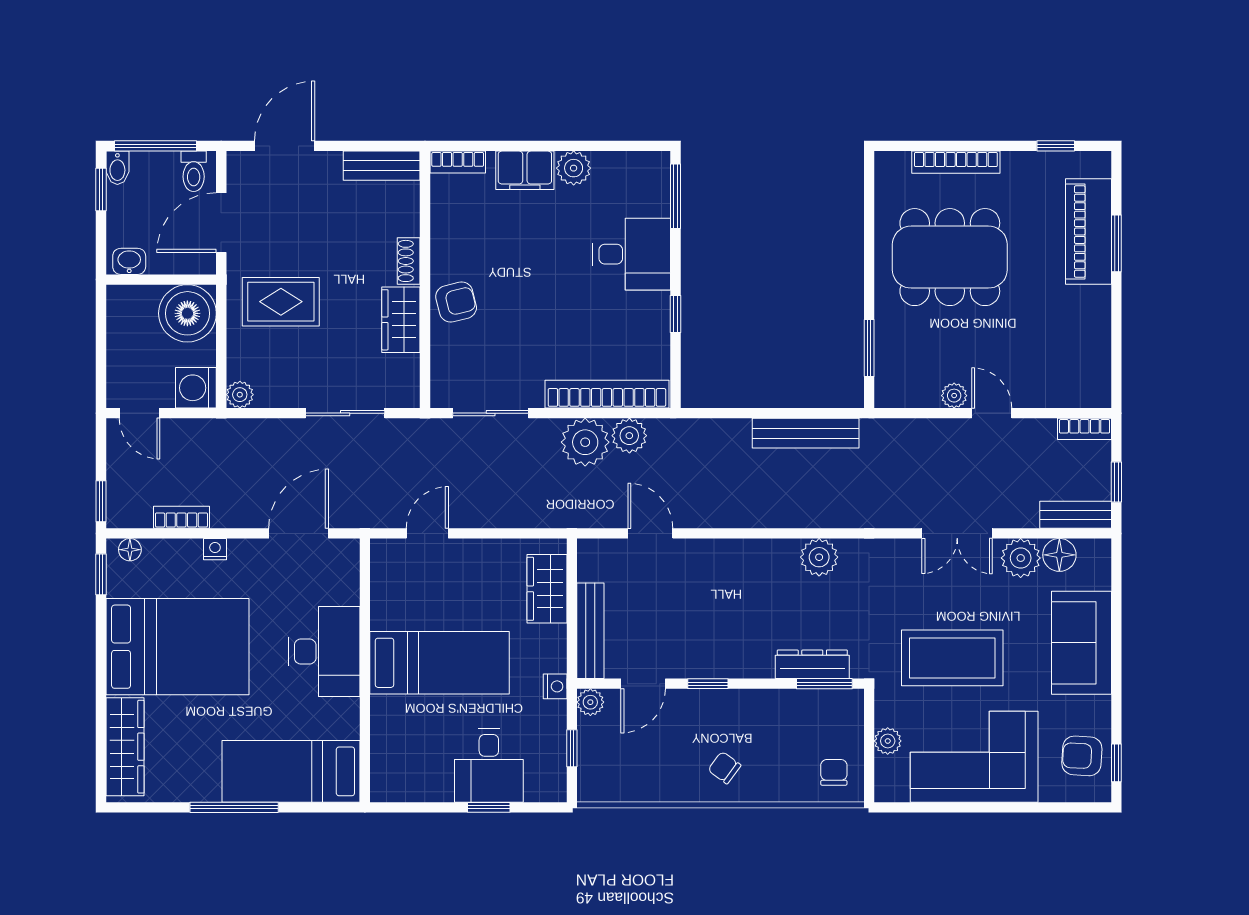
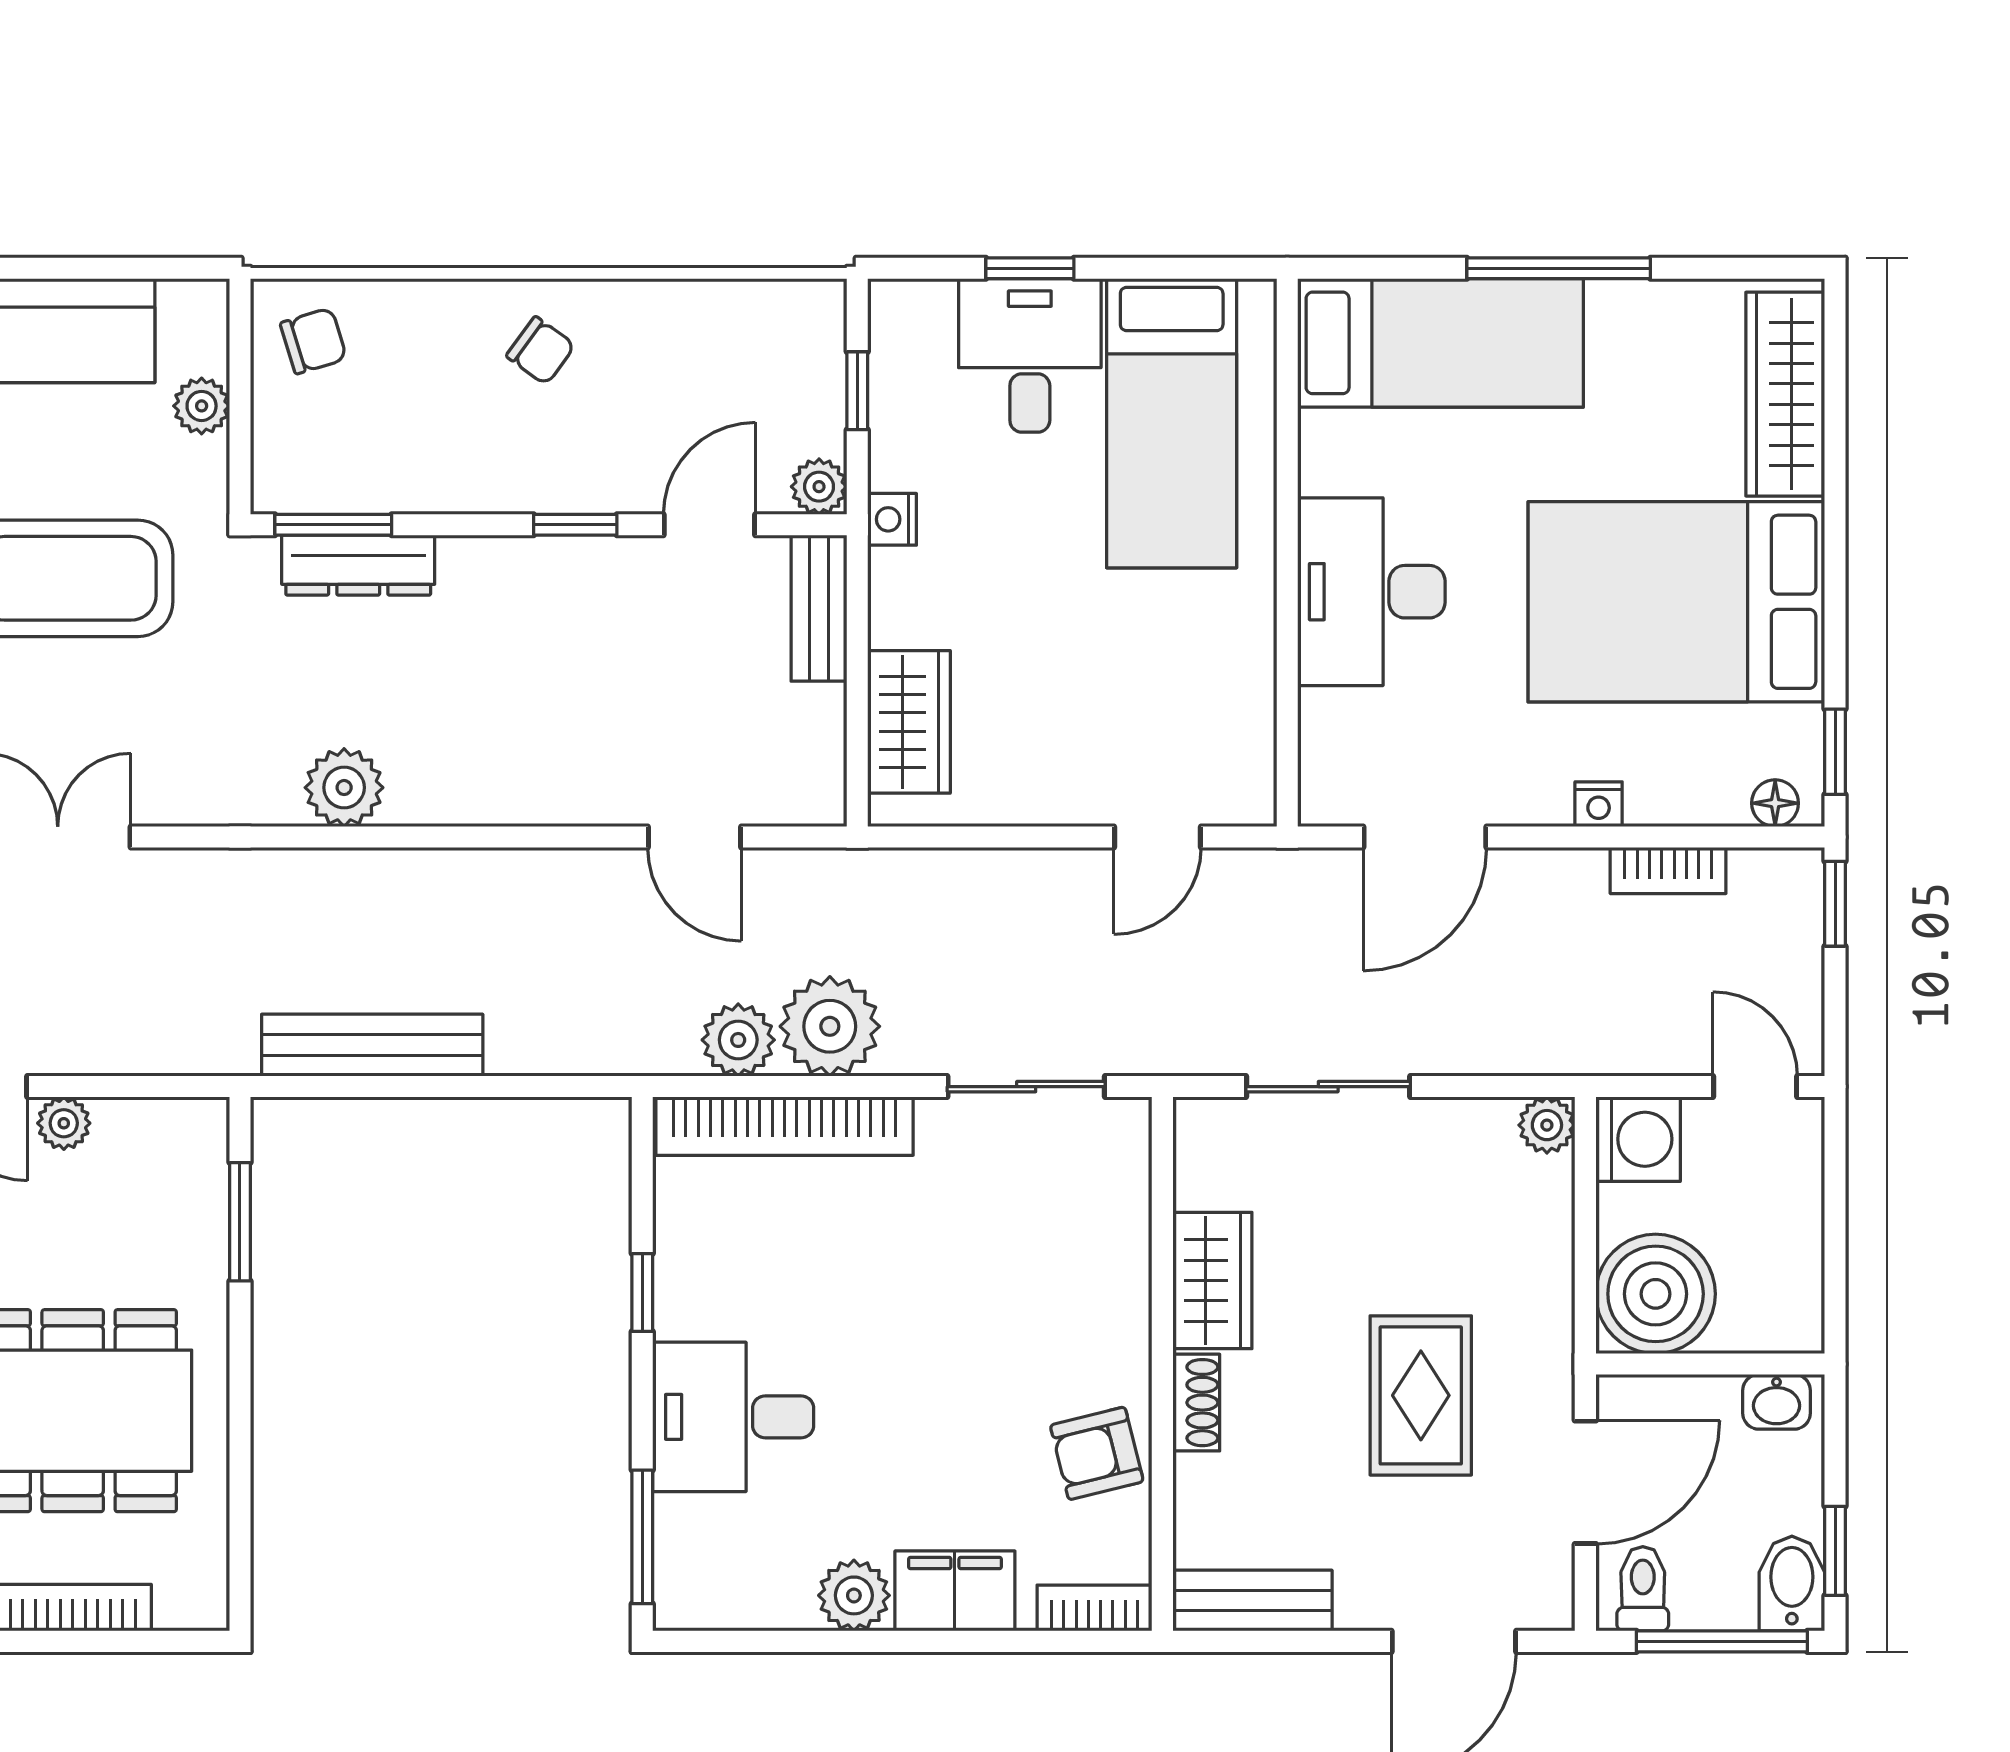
bidet: (117, 168) -> (1792, 1584), width x1.38, depth x1.36
rug: (281, 302) -> (1421, 1395), moved, turned 90
armchair: (456, 302) -> (1097, 1453), moved
bench: (590, 631) -> (819, 608), width x0.73
bed: (440, 663) -> (1172, 423), moved, turned -90
chair: (834, 772) -> (313, 341), turned -107

